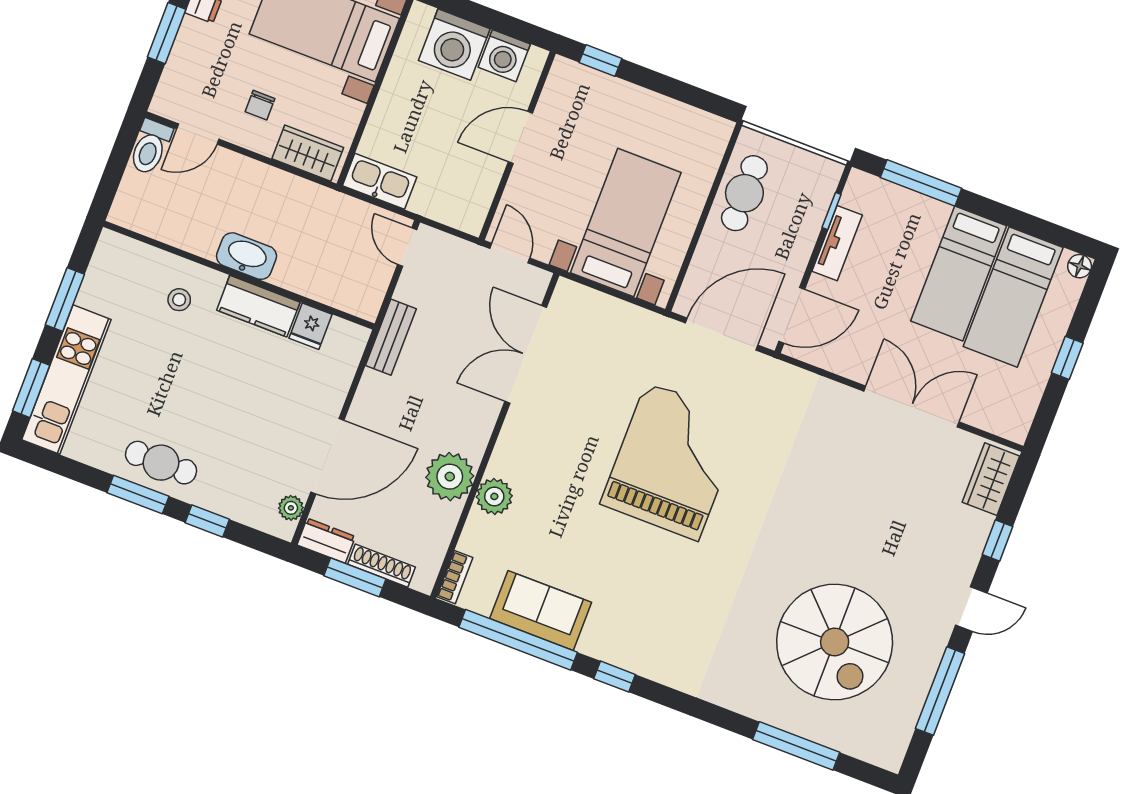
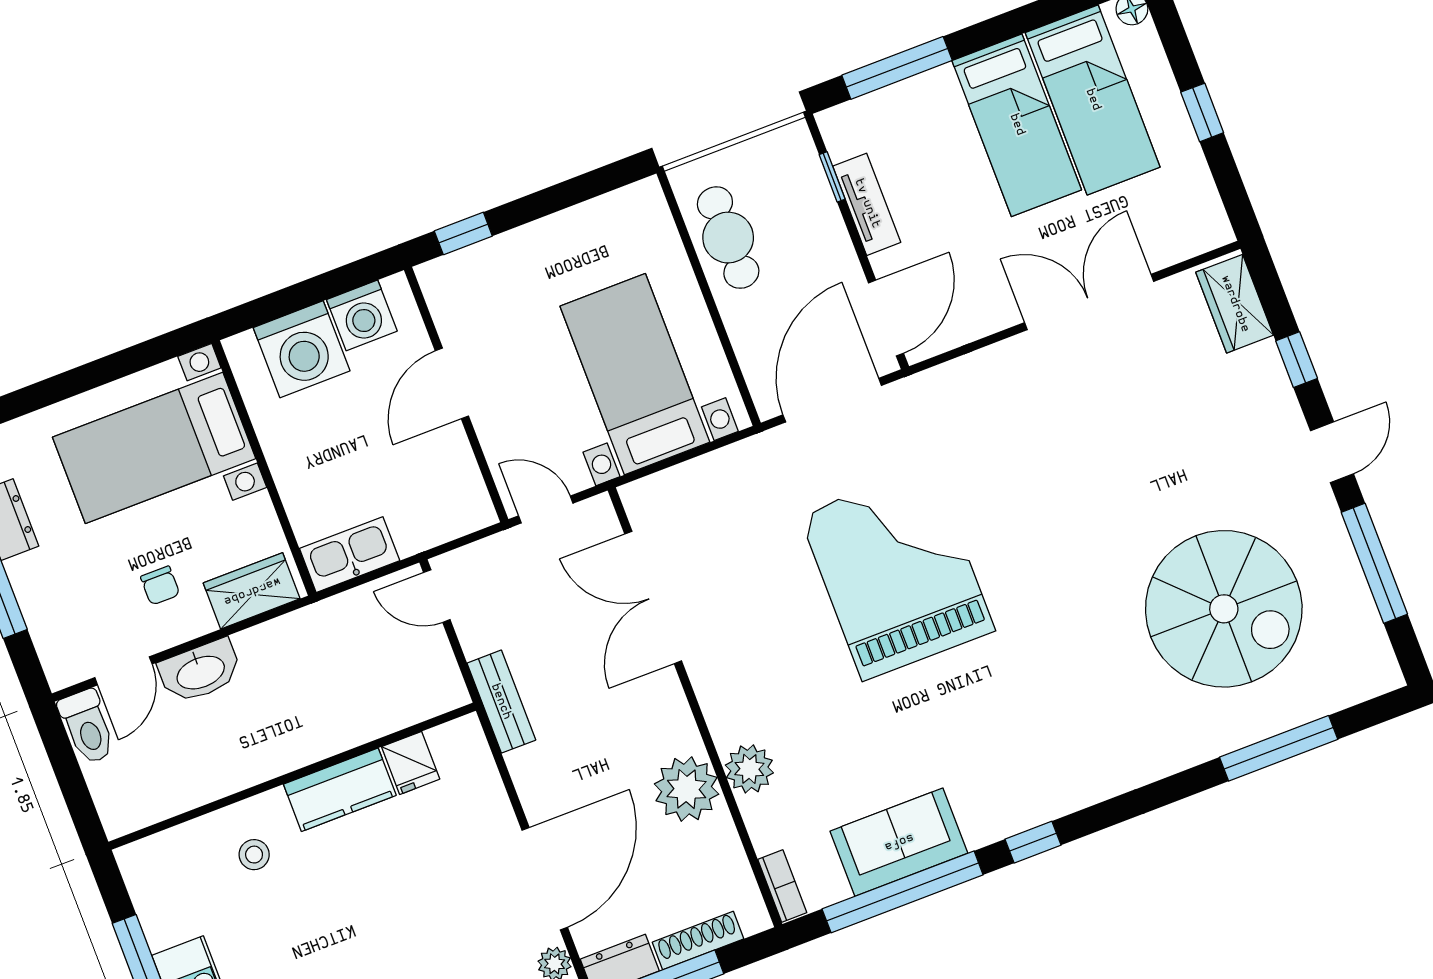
washbasin: (247, 256) -> (200, 671), moved, turned 180

